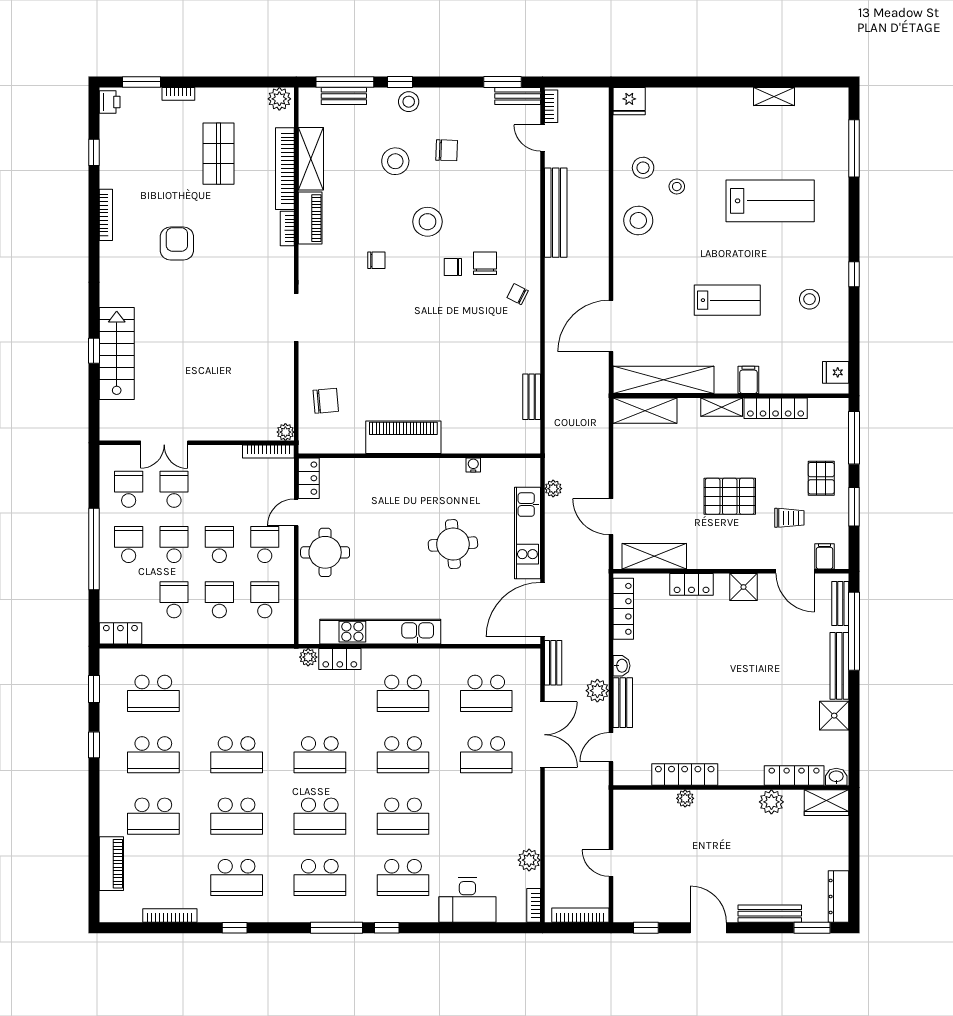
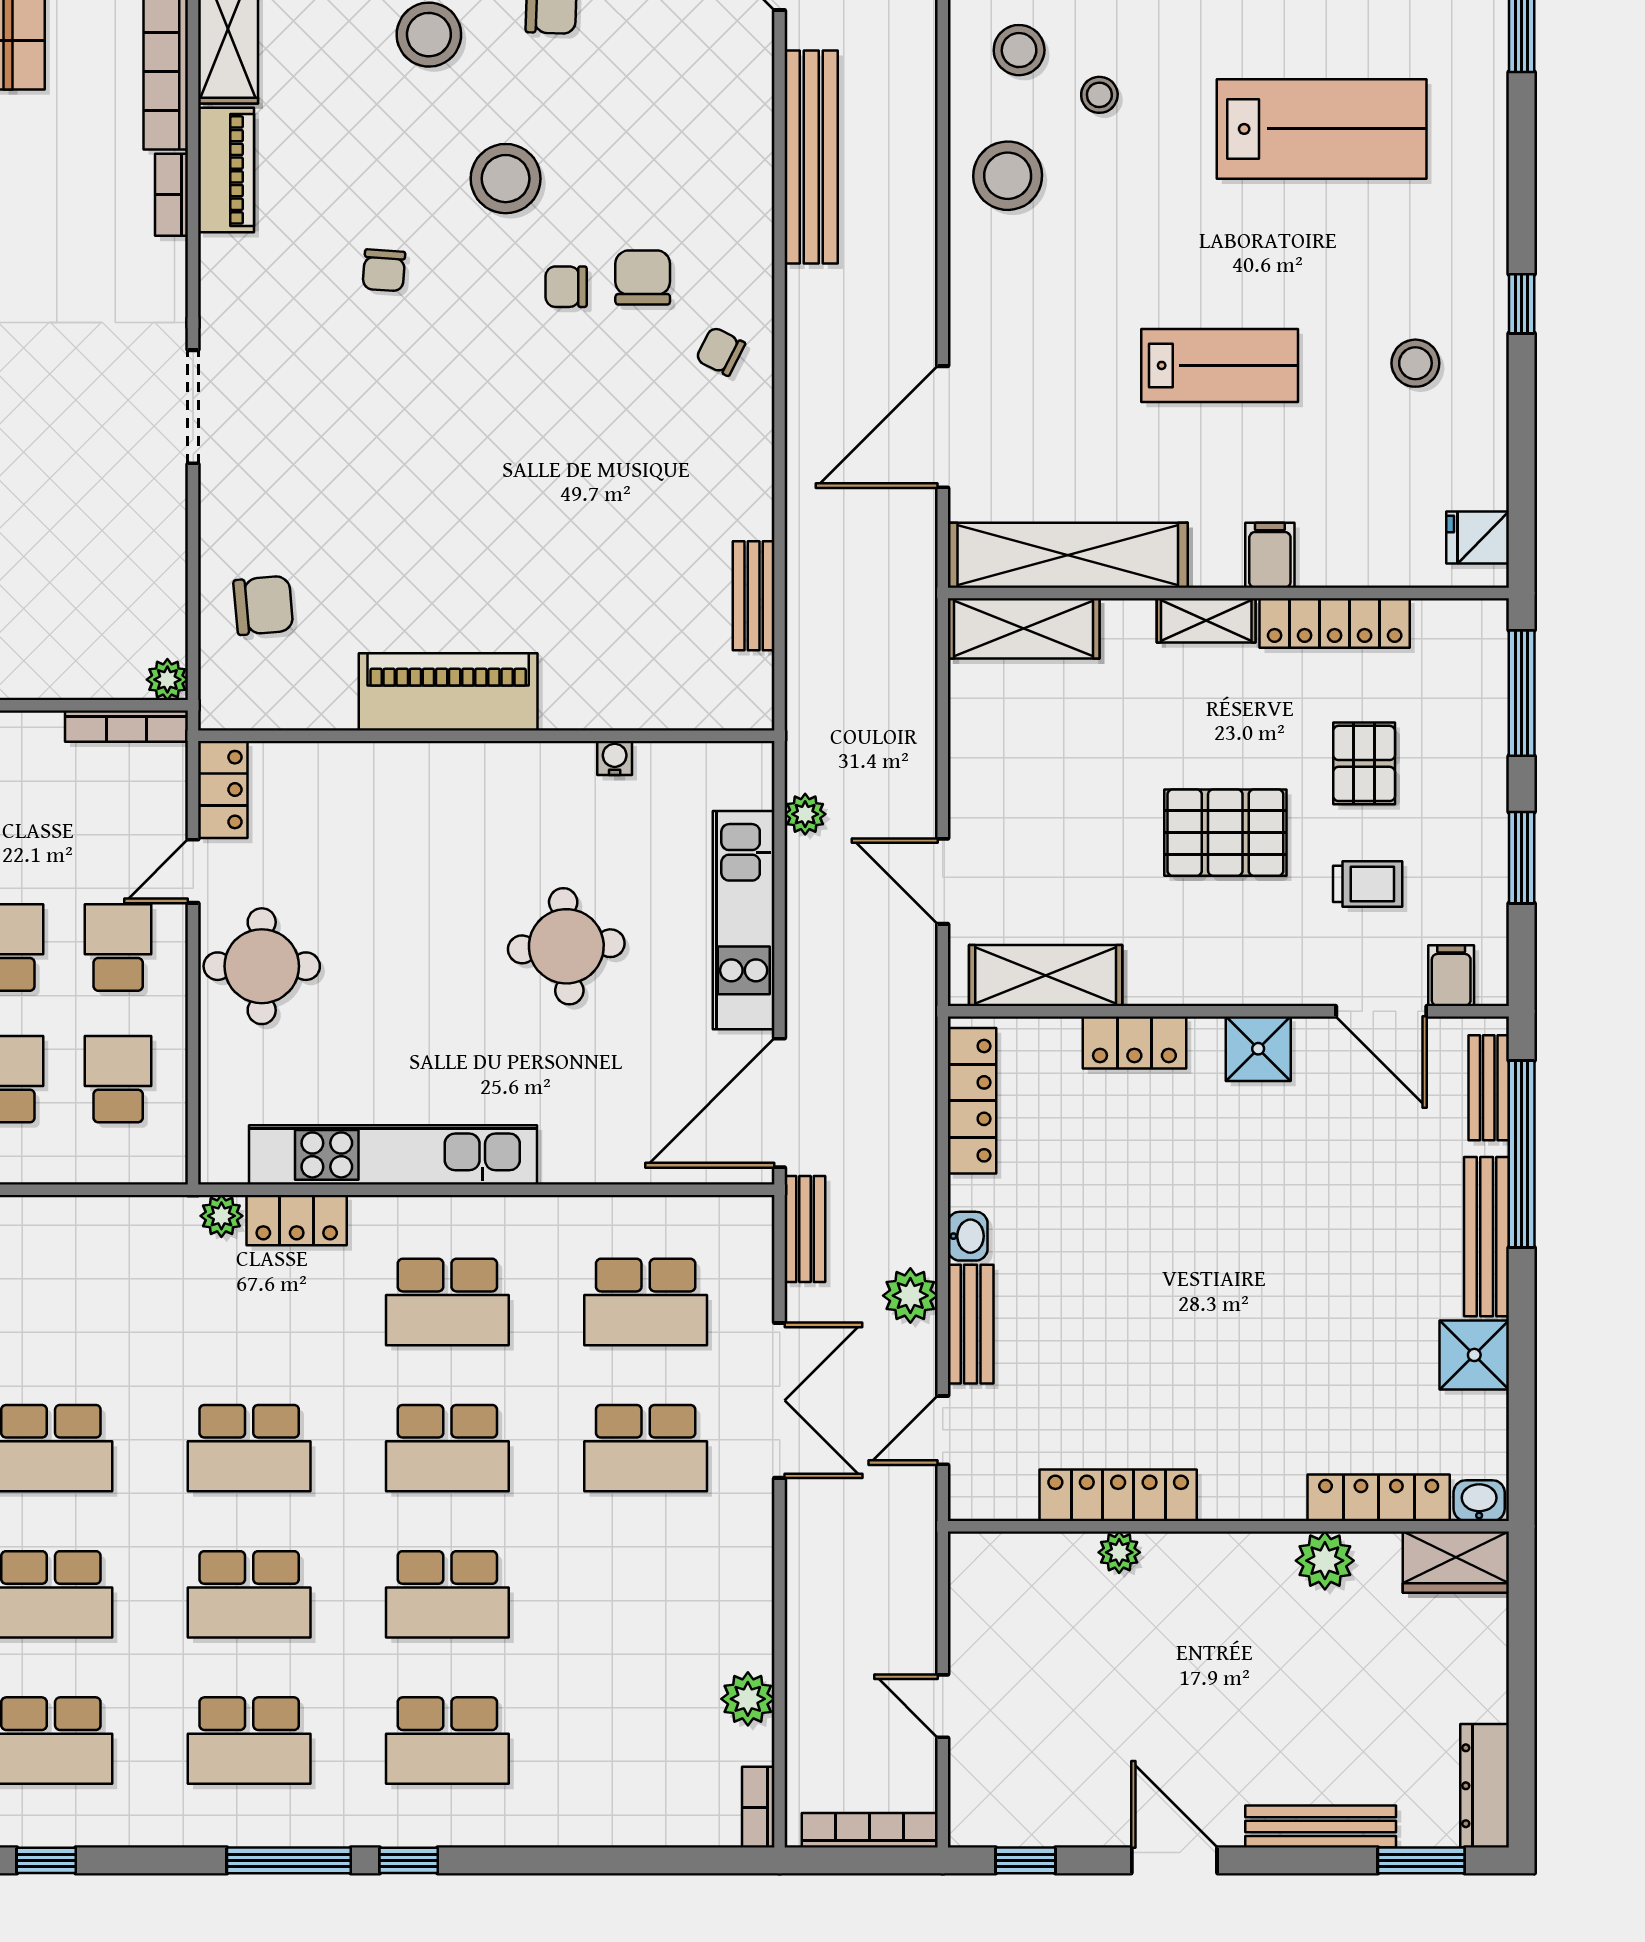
chair: (376, 260) -> (384, 270), turned 94
pallet: (821, 478) -> (1364, 763), moved
desk: (467, 900) -> (601, 1795), removed

